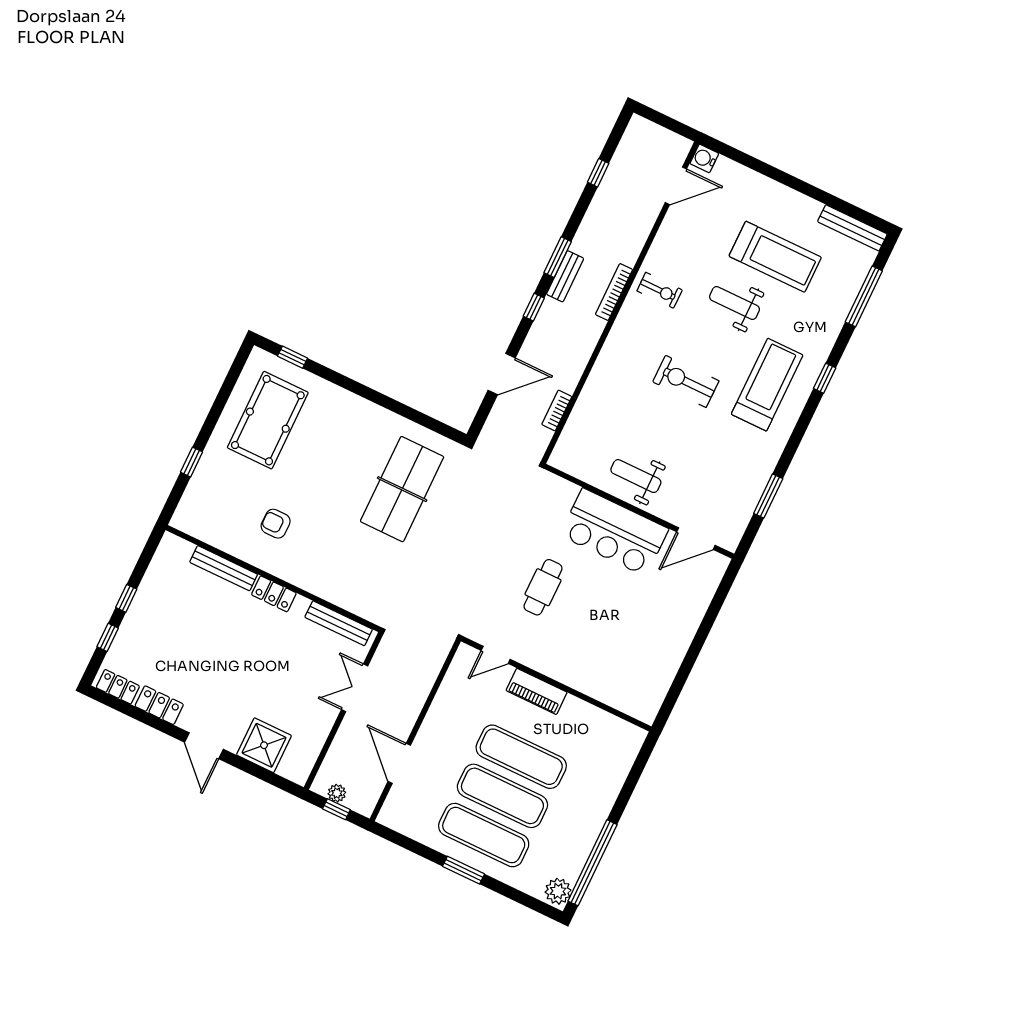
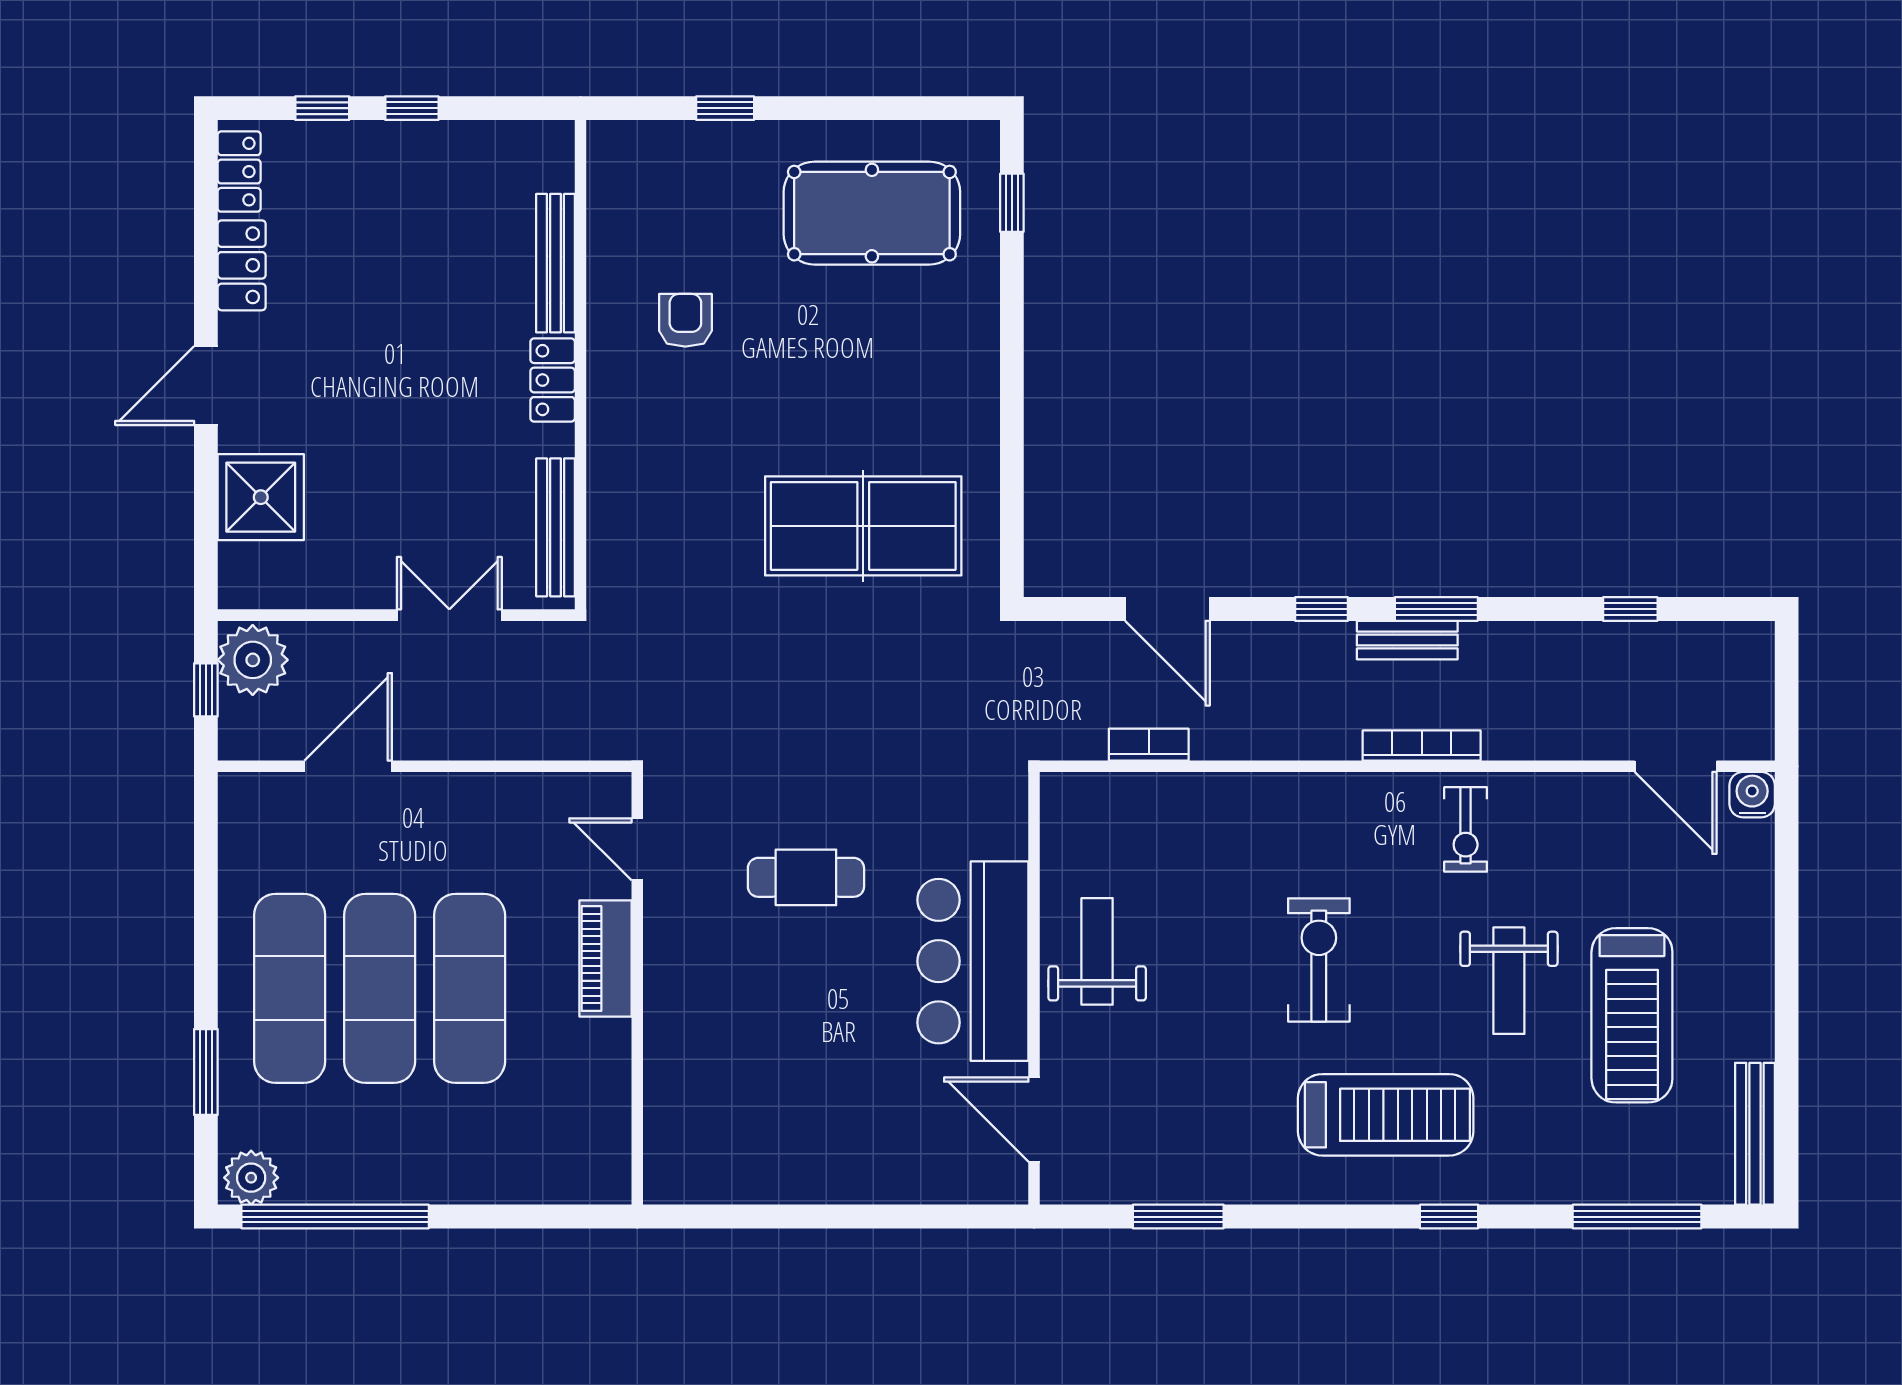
weight bench: (734, 303) -> (1509, 981), turned 180
plant: (337, 793) -> (253, 660), width x1.87, depth x1.87
window: (463, 870) -> (206, 1072), moved

